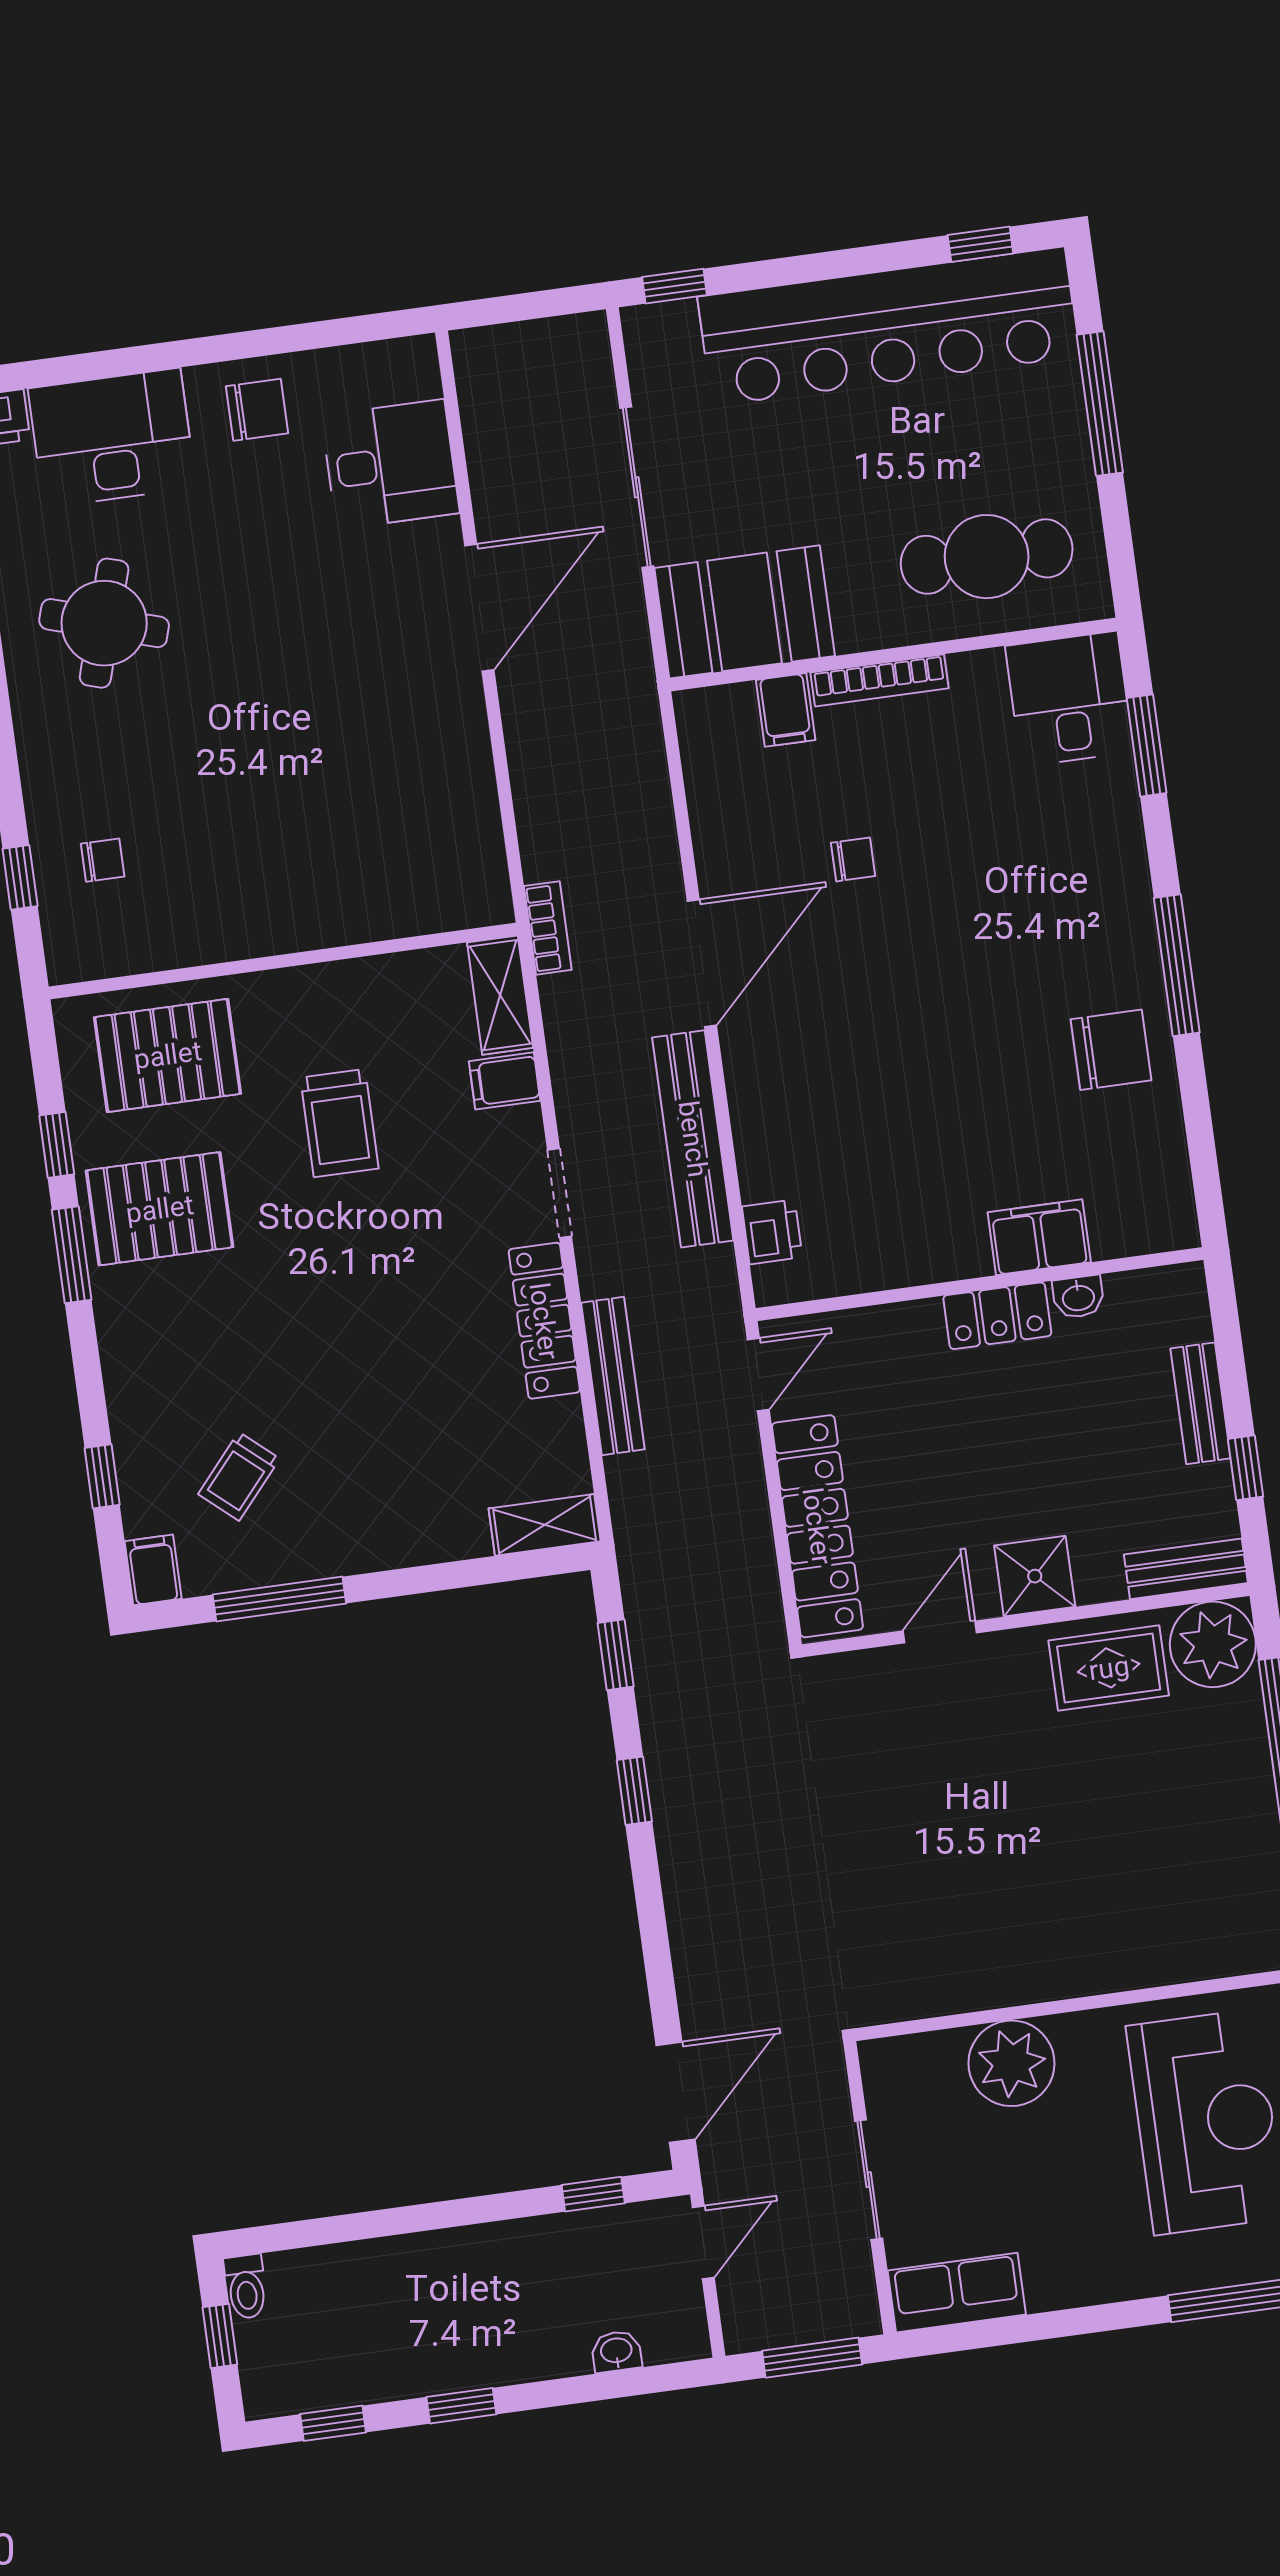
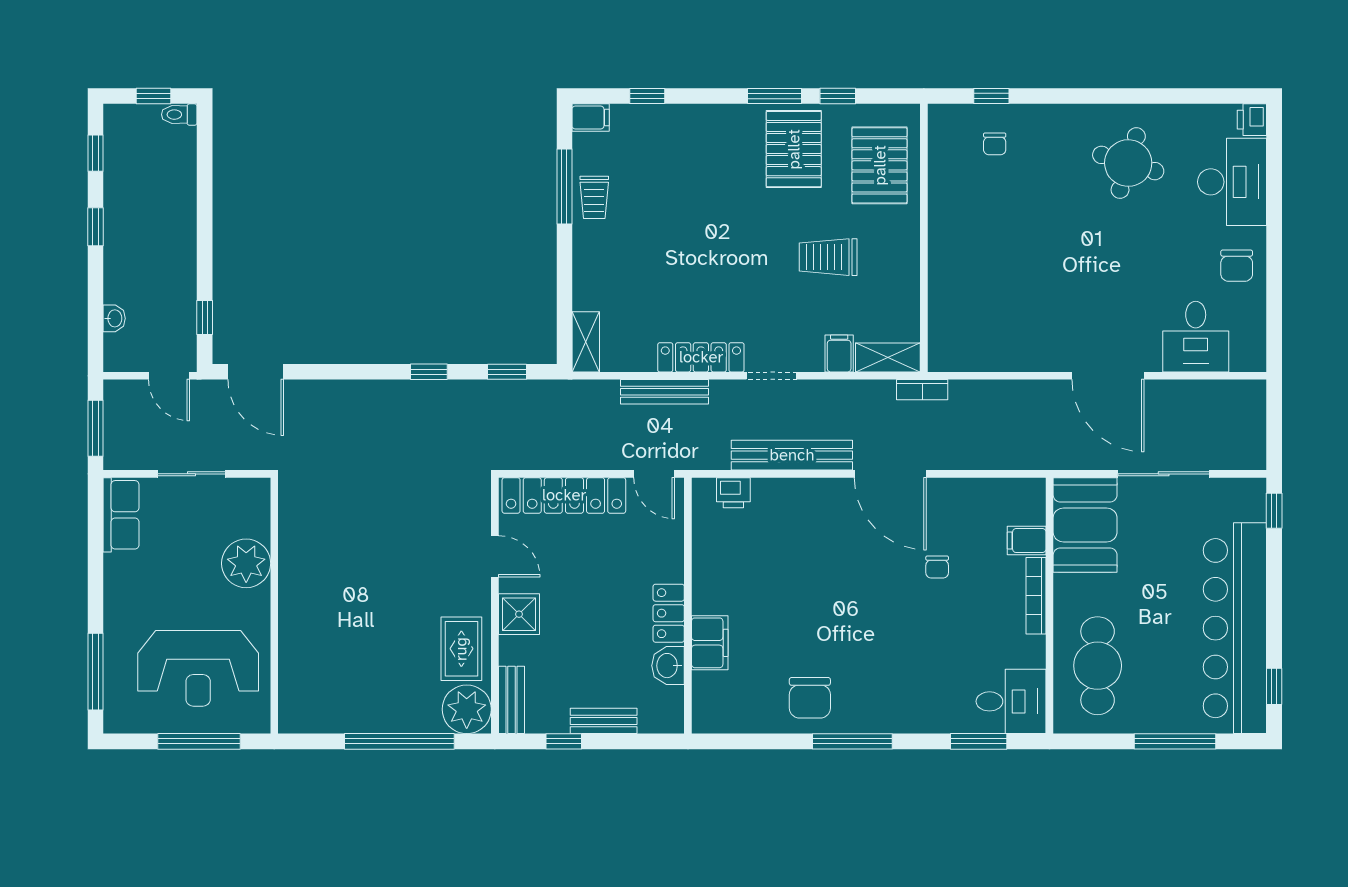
washbasin: (1078, 1297) -> (668, 666), width x1.38, depth x1.45
trolley: (239, 1476) -> (594, 197), moved, turned -131

